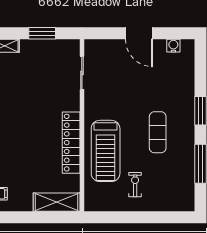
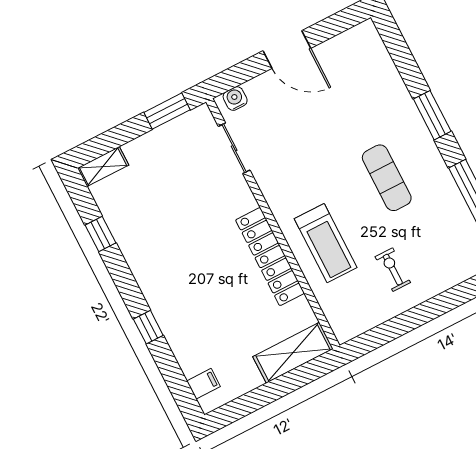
window: (42, 33) -> (167, 111), moved
water cooler: (173, 46) -> (235, 98), moved
treadmill: (106, 151) -> (326, 243), width x0.73, depth x0.73

